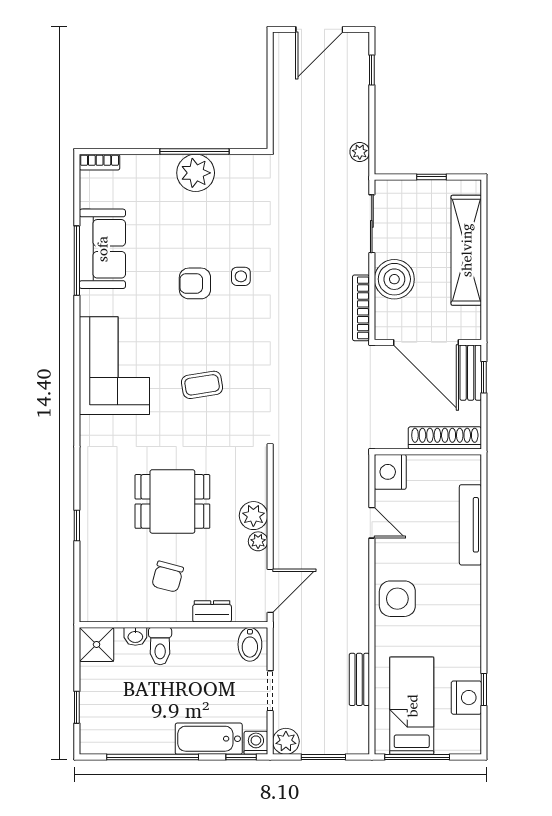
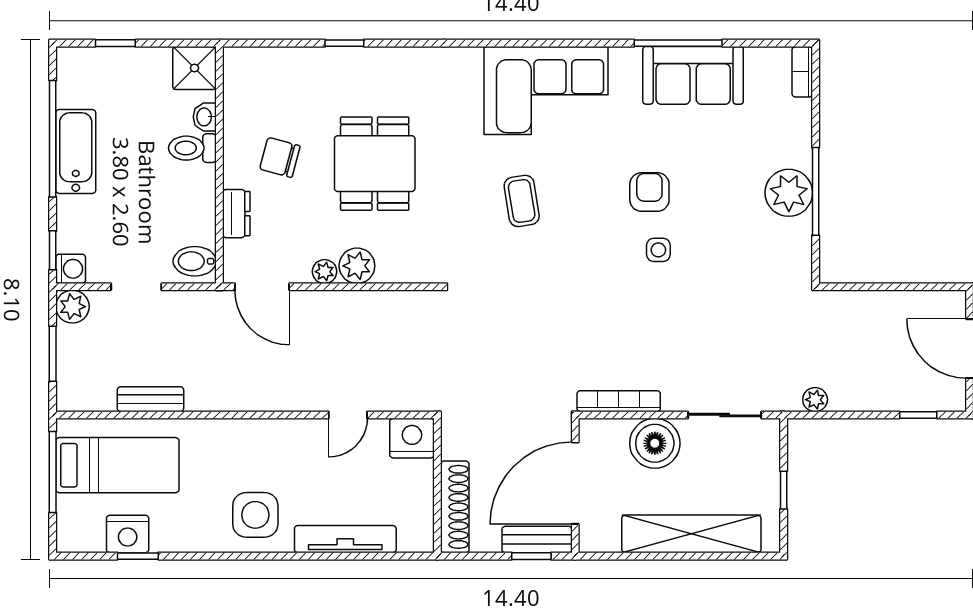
side table: (397, 599) -> (255, 515), moved
bathtub: (209, 739) -> (76, 151), moved

